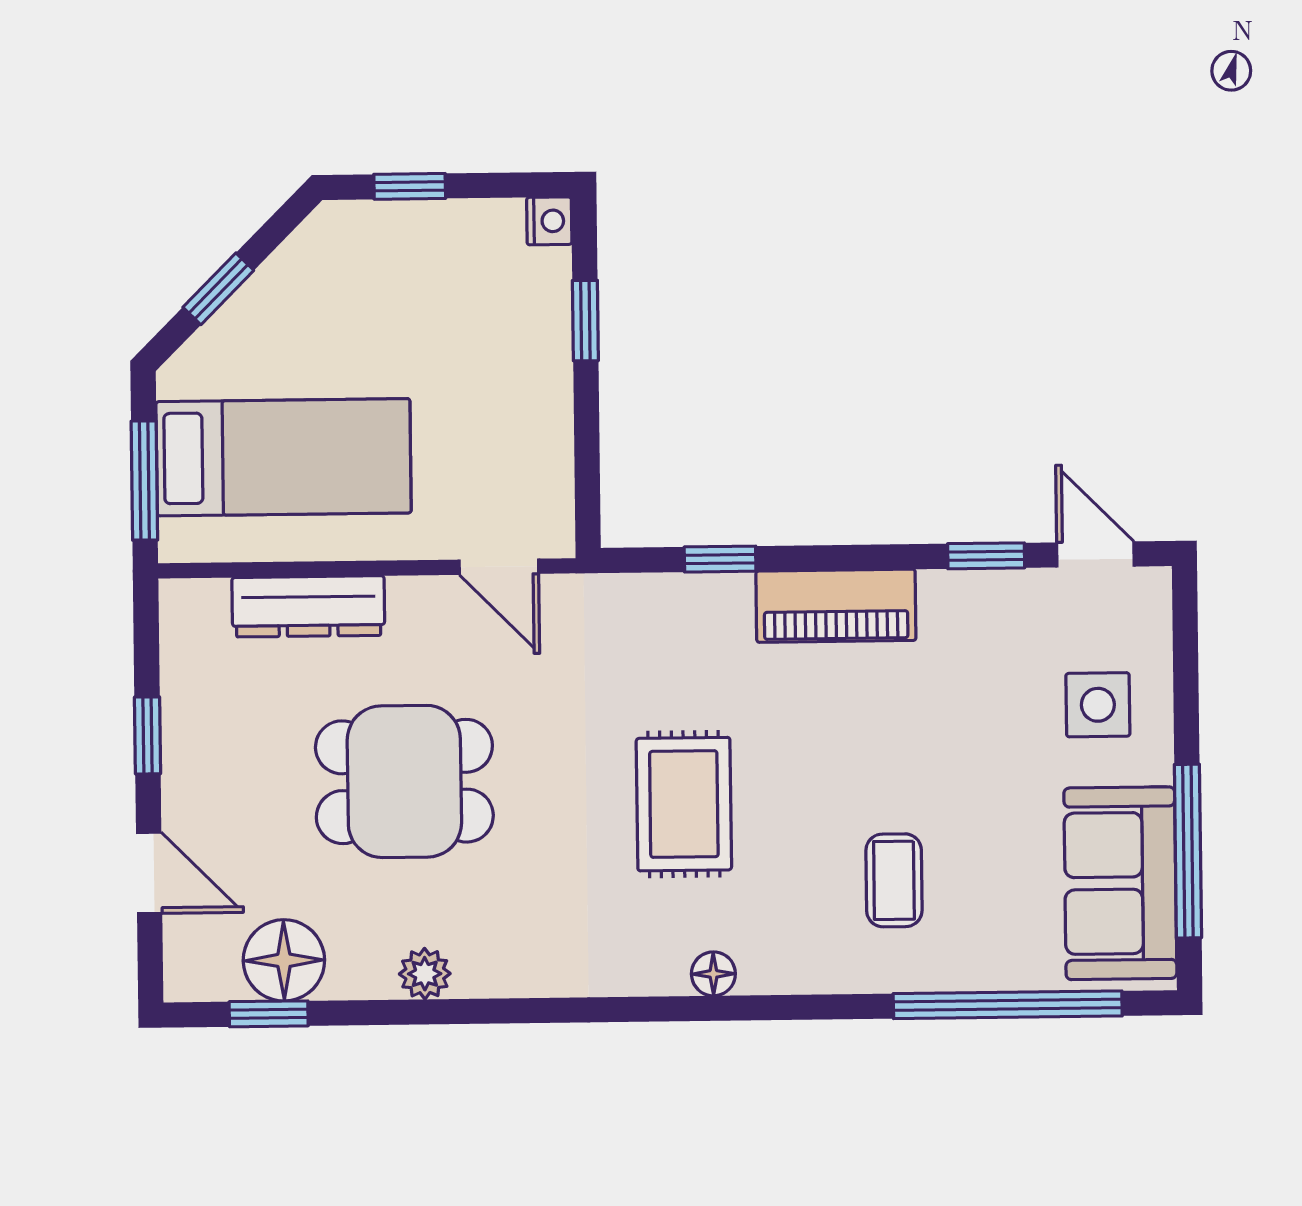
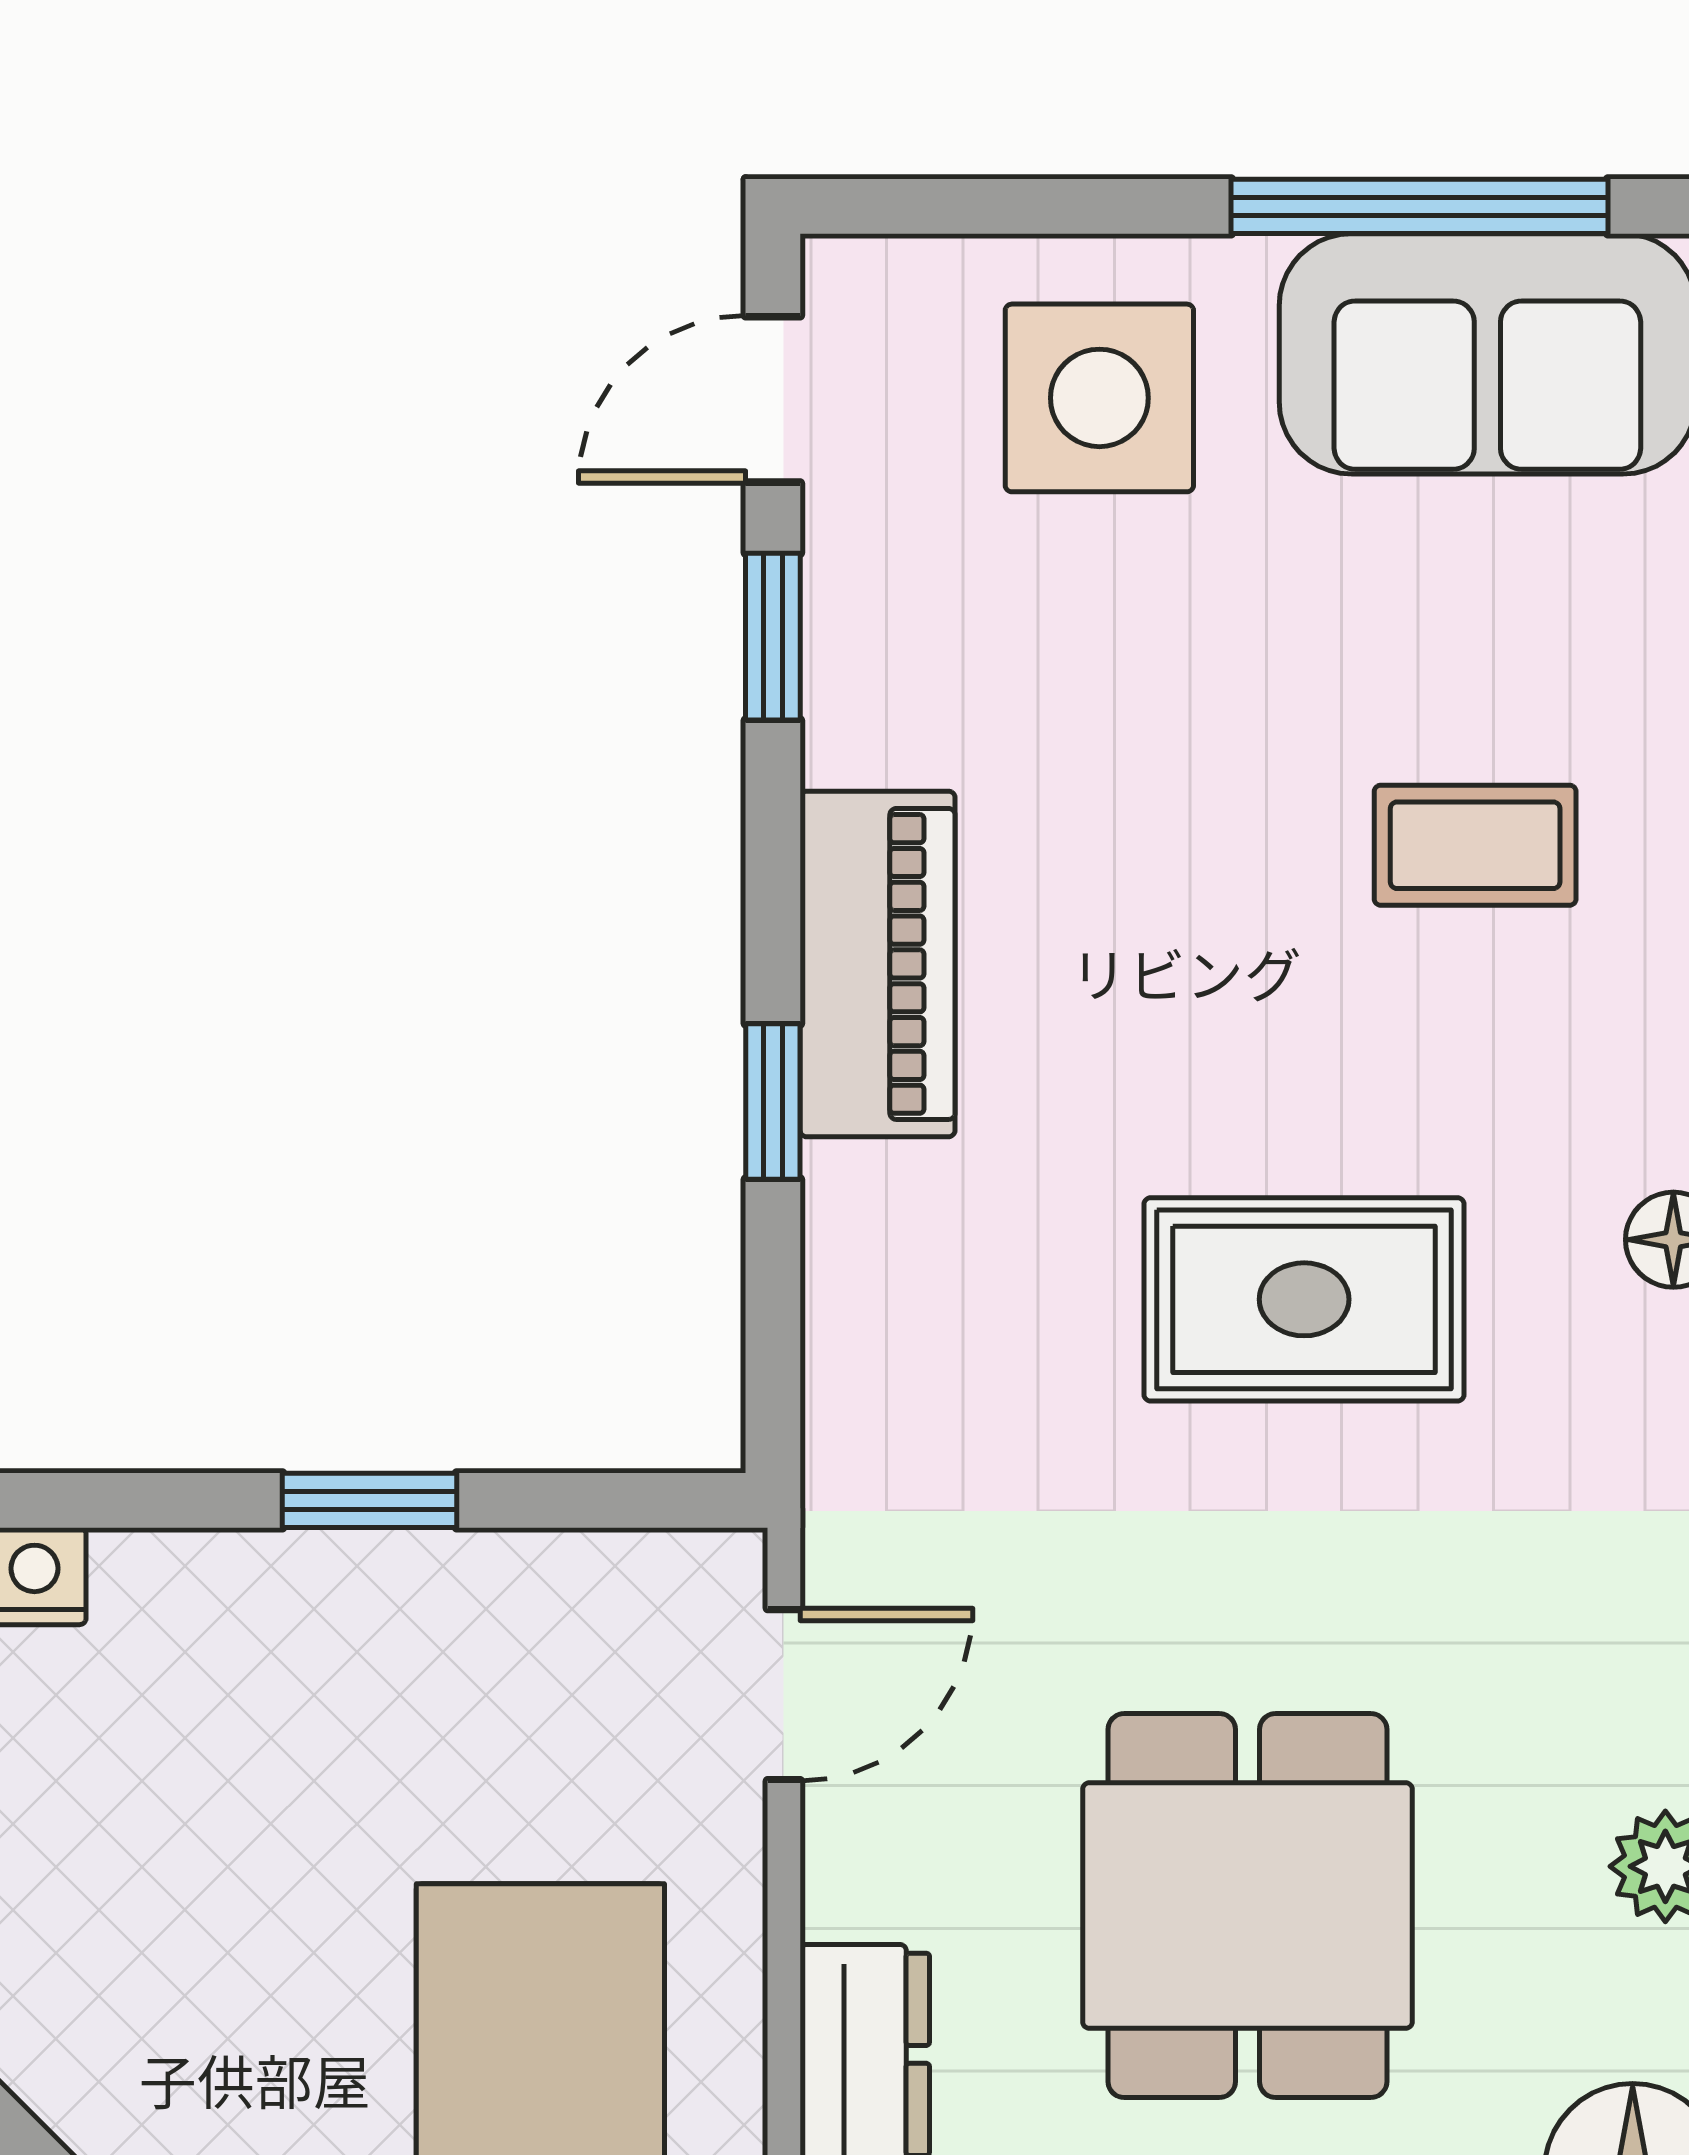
window: (585, 321) -> (370, 1500), moved
window: (720, 559) -> (773, 1101), moved
side table: (1098, 705) -> (1099, 398), width x1.37, depth x1.37

